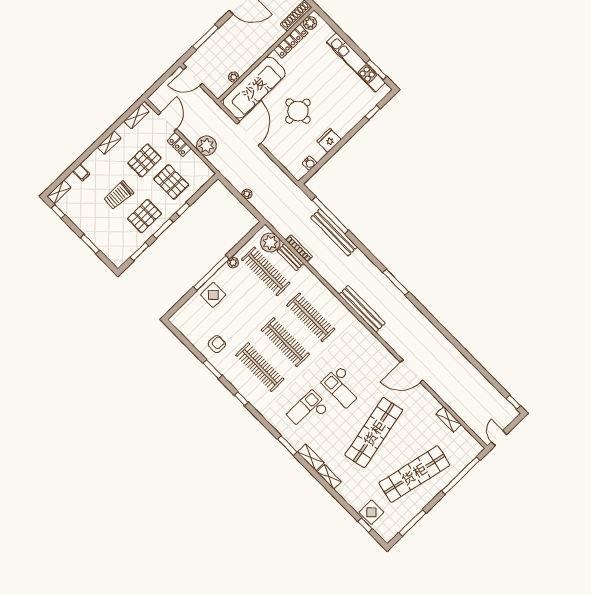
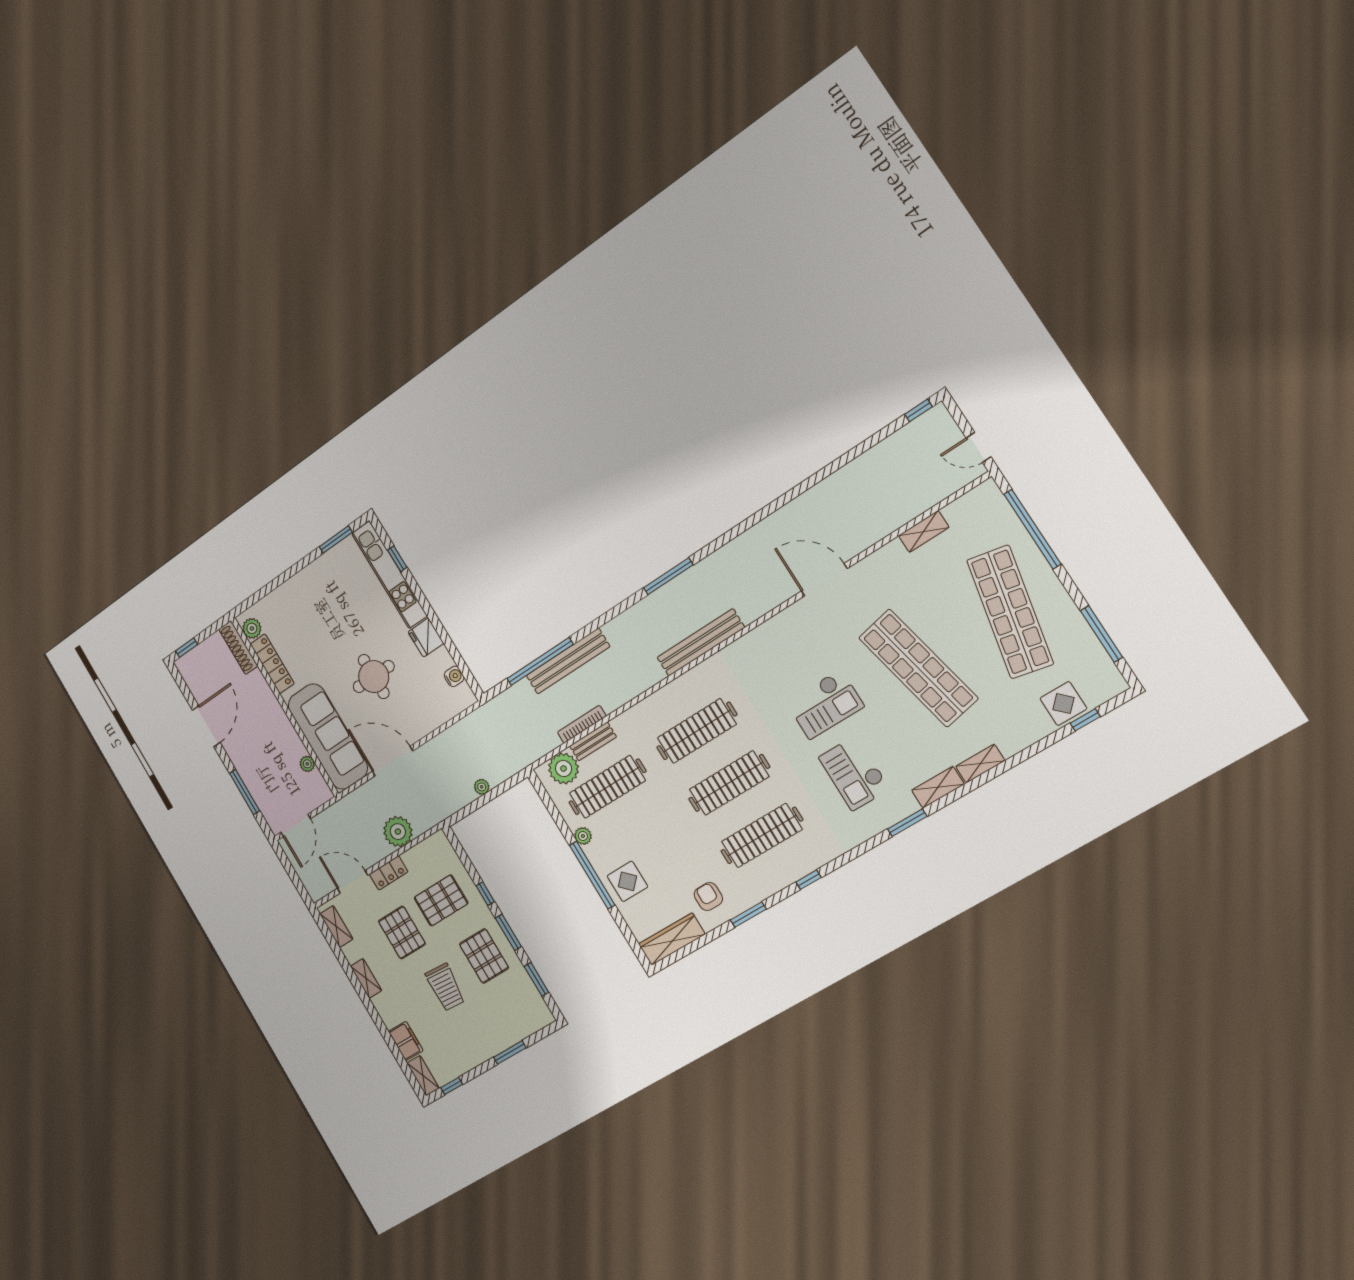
kitchen unit: (356, 62) -> (389, 575), moved, turned 90
filing cabinet: (81, 173) -> (406, 1041), width x2.00
wardrobe: (186, 328) -> (672, 939), added
door: (412, 371) -> (824, 580), swing flipped

